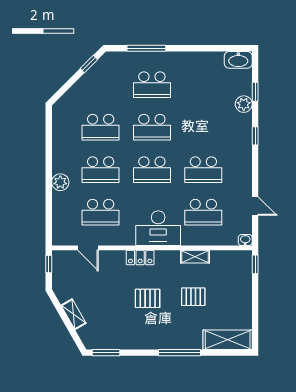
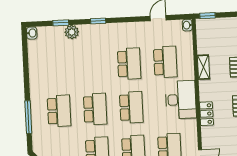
washbasin: (238, 60) -> (32, 33), width x0.52, depth x0.69

